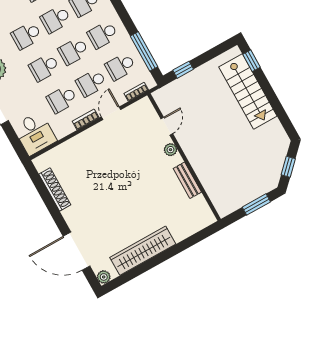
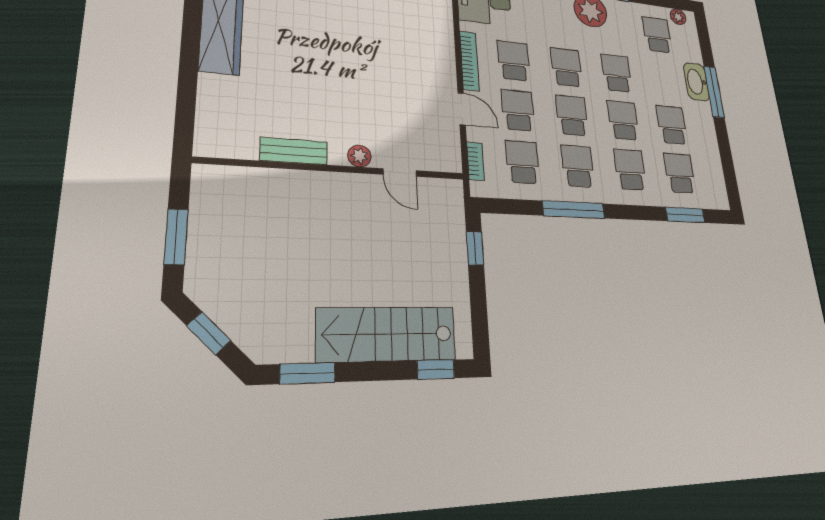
window: (144, 51) -> (574, 210), moved
window: (283, 117) -> (308, 373), added
bookcase: (86, 119) -> (469, 61), width x1.56

